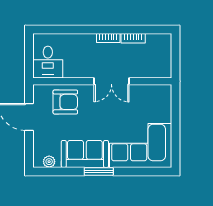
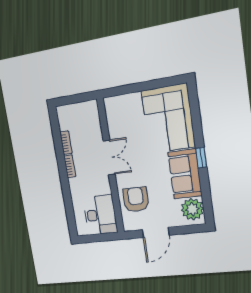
desk: (48, 62) -> (100, 215), width x1.37
plant: (49, 162) -> (192, 209), width x1.88, depth x1.88
window: (99, 171) -> (201, 158), width x0.67

